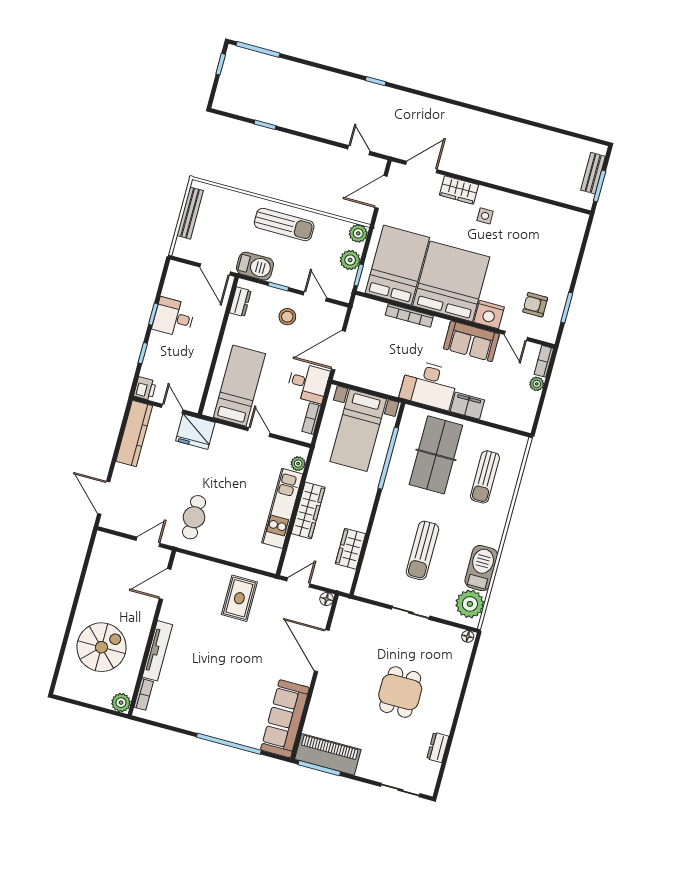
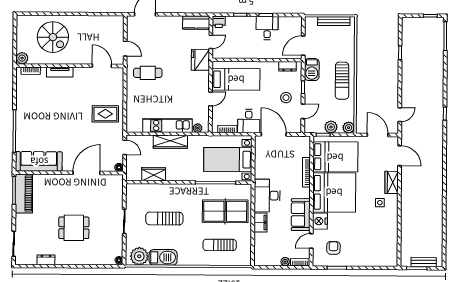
kitchen counter: (134, 433) -> (196, 23), width x0.67
tv unit: (157, 651) -> (60, 72), width x0.71

